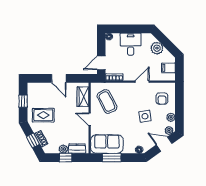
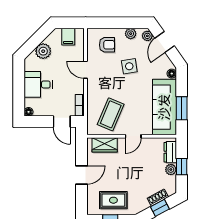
coffee table: (107, 102) -> (111, 114), turned -40
rug: (43, 115) -> (113, 200), moved, turned 90
sofa: (107, 144) -> (164, 107), width x1.36

